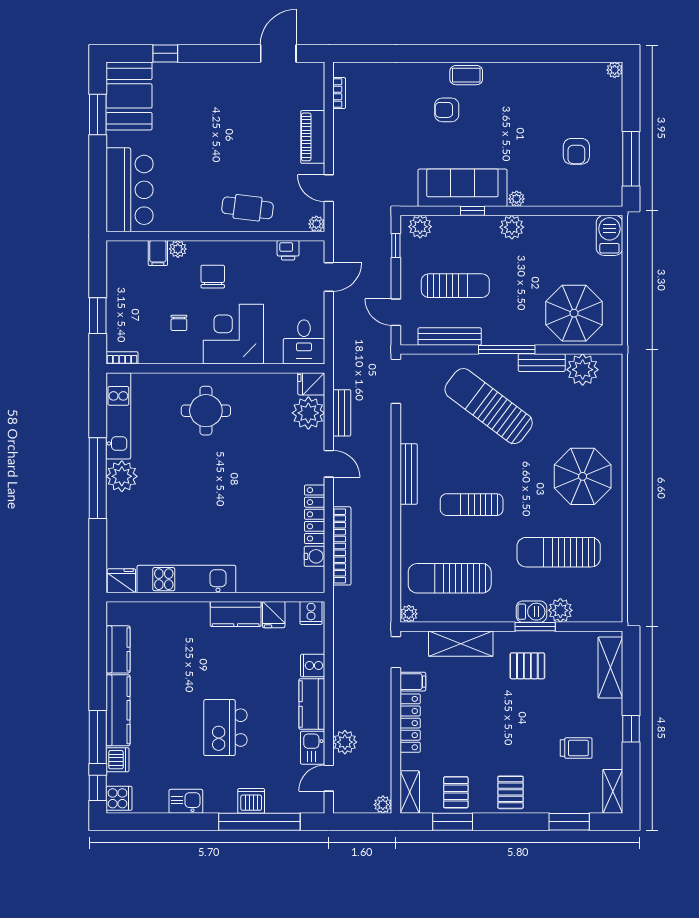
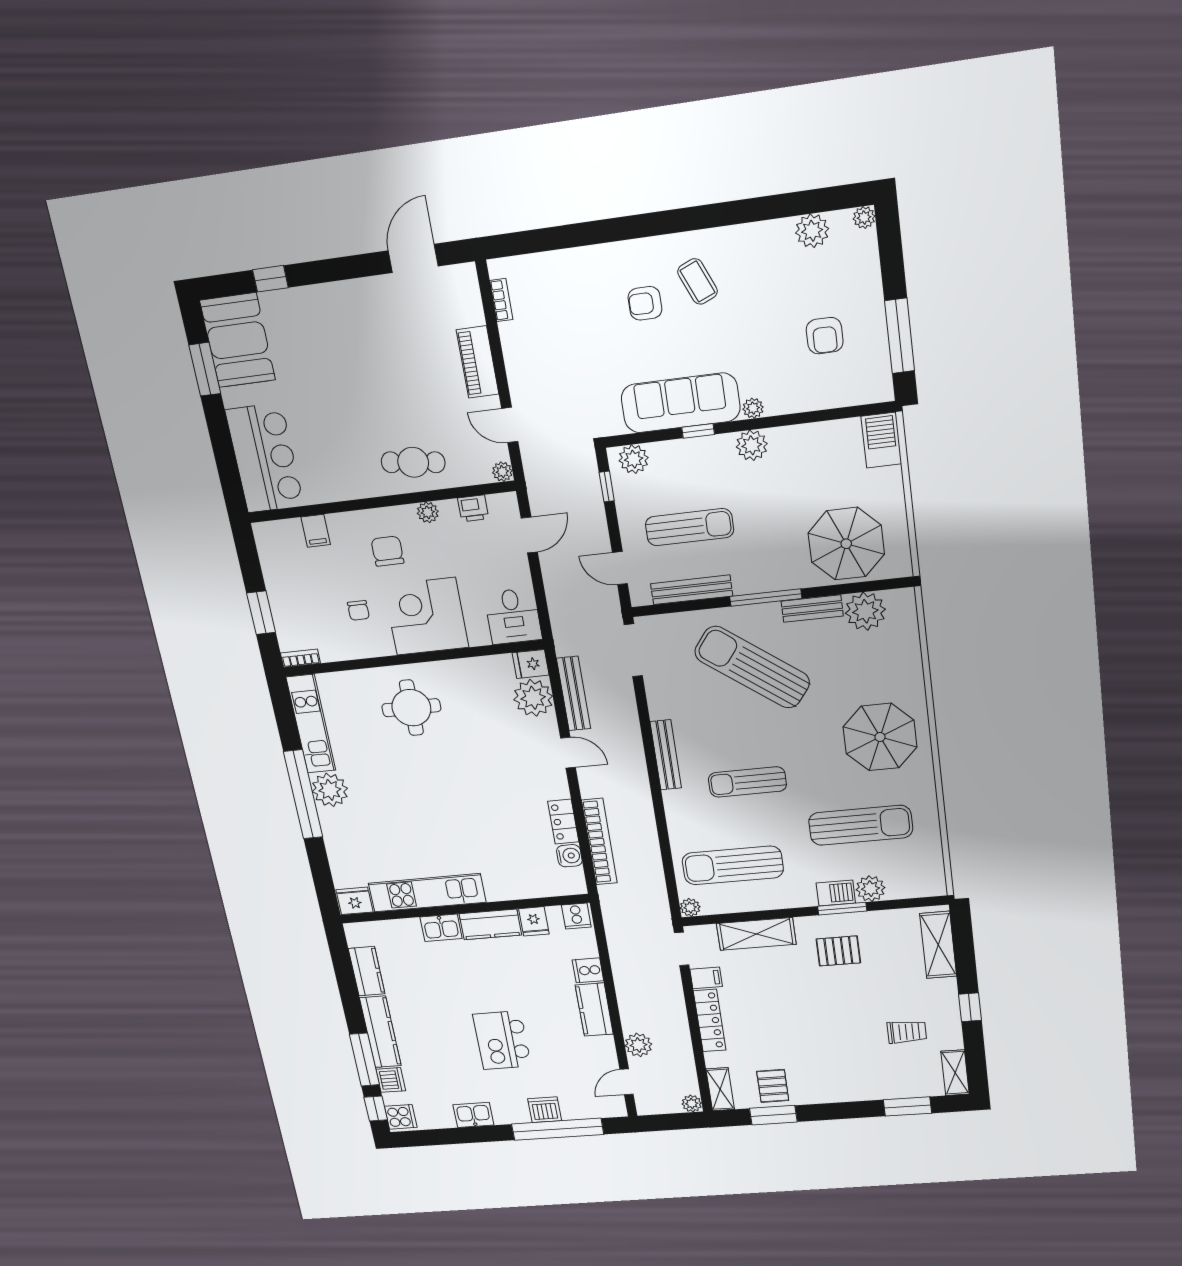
plant: (576, 74) -> (812, 231), added
coffee table: (466, 75) -> (698, 281), moved, turned 67
plant: (178, 249) -> (428, 512), moved
bench: (342, 413) -> (574, 694), width x1.36
locker: (315, 514) -> (563, 822), width x0.66
sun lounger: (559, 552) -> (861, 825), turned 180
kitchen sink: (313, 748) -> (441, 928), moved, turned -90
pallet: (510, 792) -> (836, 1082), removed

